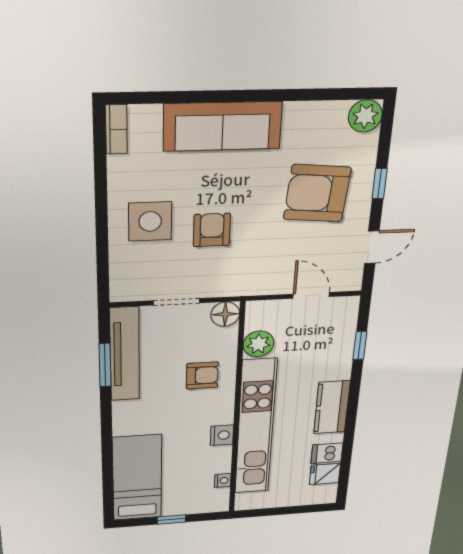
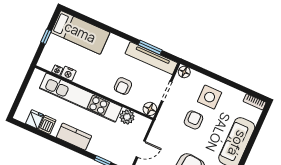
armchair: (212, 230) -> (193, 120), turned -90
floor lamp: (122, 289) -> (184, 72), added
nightstand: (222, 435) -> (68, 74), moved

